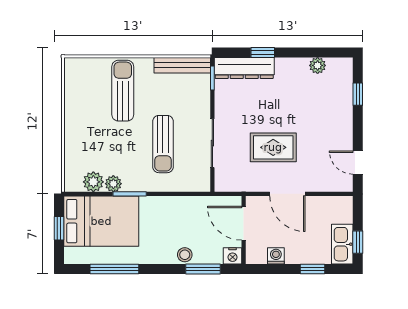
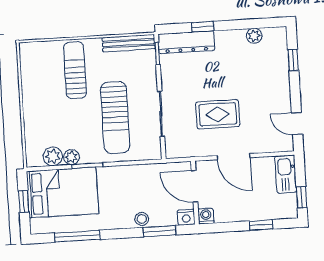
sun lounger: (163, 144) -> (115, 117), width x1.36, depth x1.34
kitchen sink: (342, 244) -> (286, 174), moved
washing machine: (276, 256) -> (206, 216), moved

